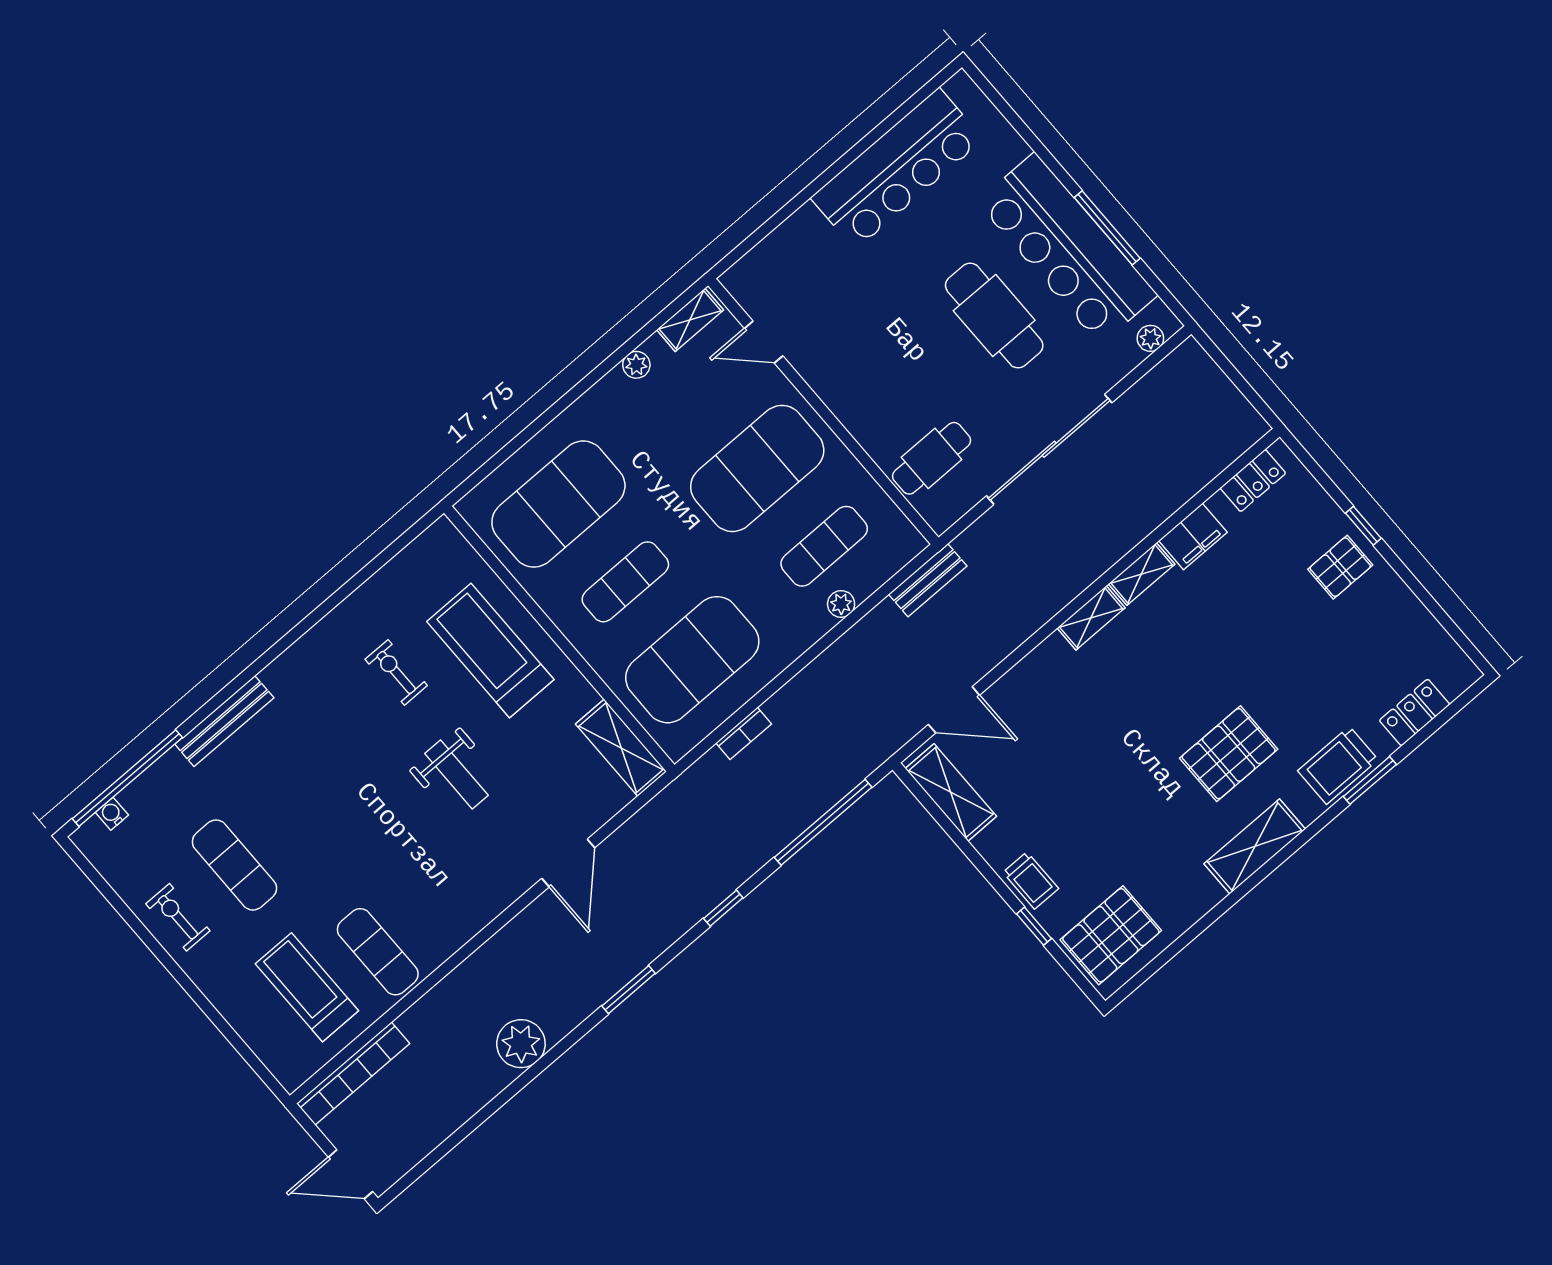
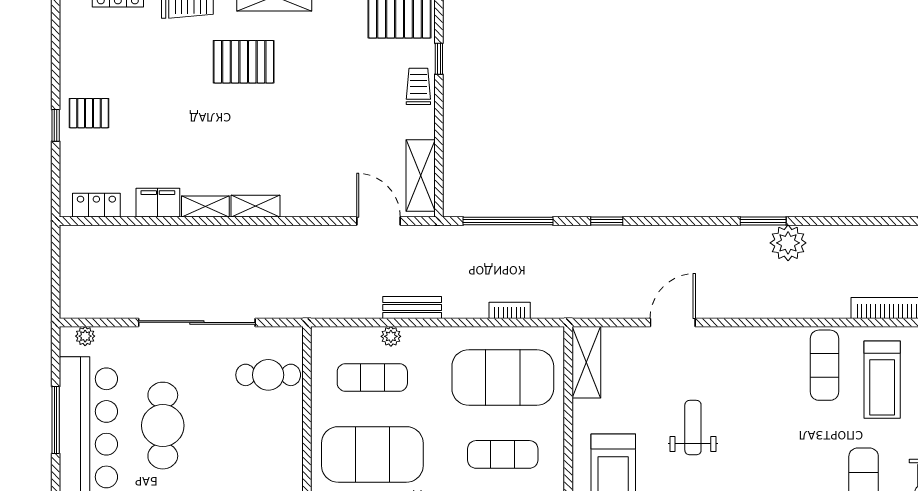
bench: (928, 580) -> (412, 308), moved
window: (629, 990) -> (763, 221), moved

